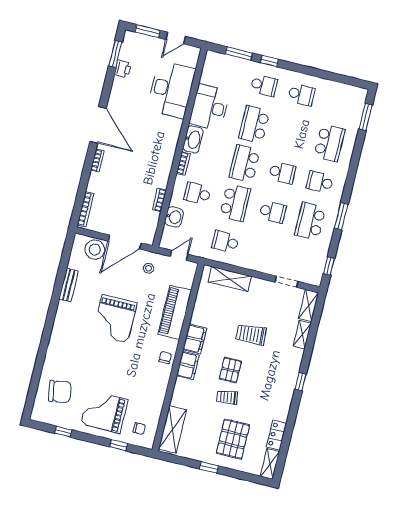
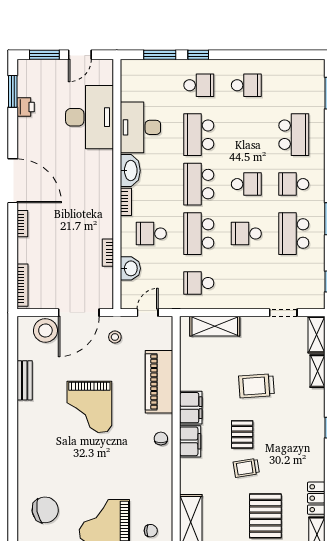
school desk: (235, 203) -> (199, 234), turned 180
school desk: (273, 212) -> (246, 234), turned 180

